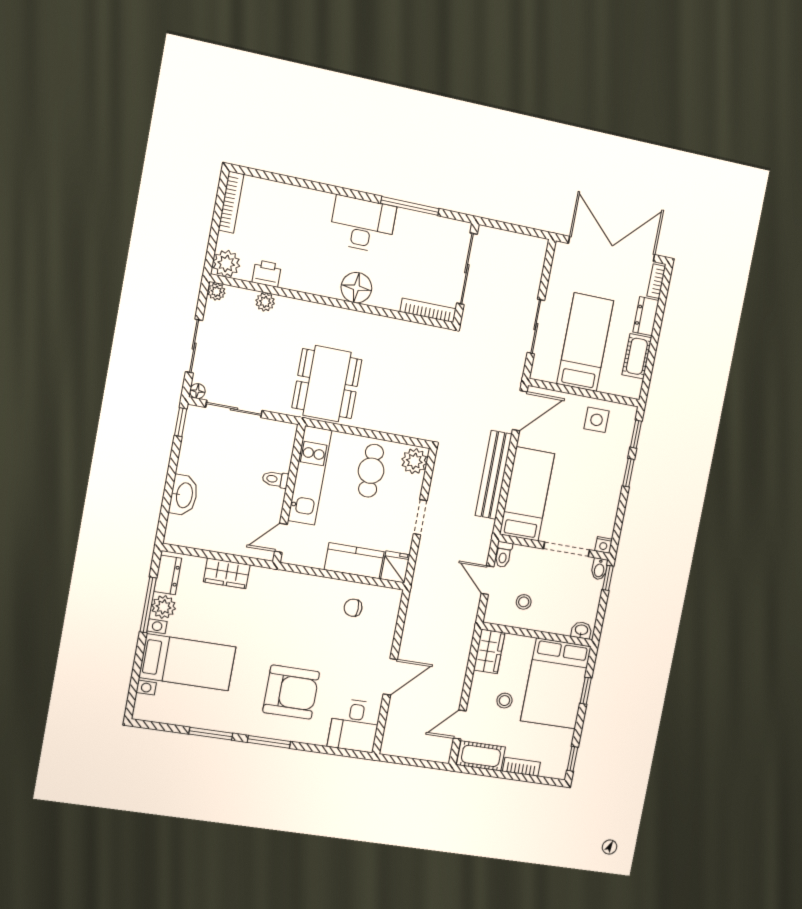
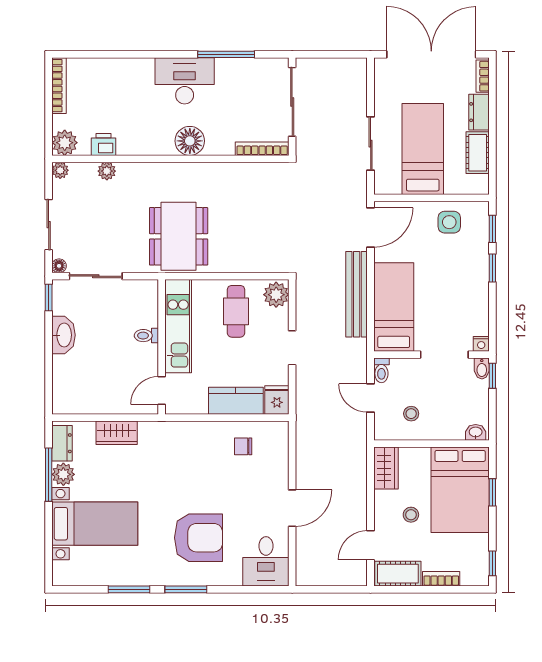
washbasin: (184, 495) -> (63, 335), moved

